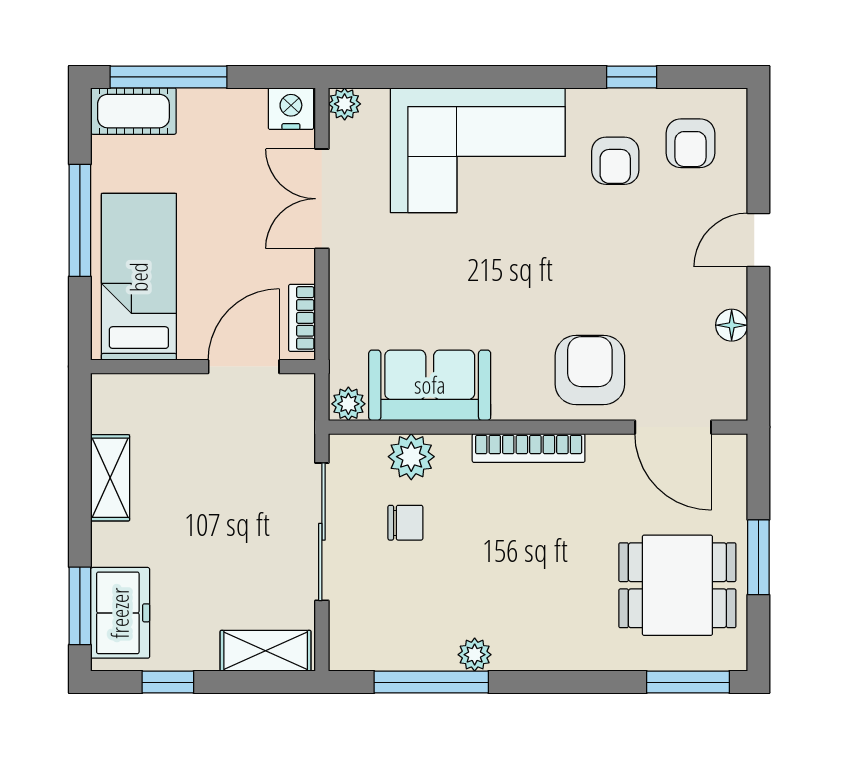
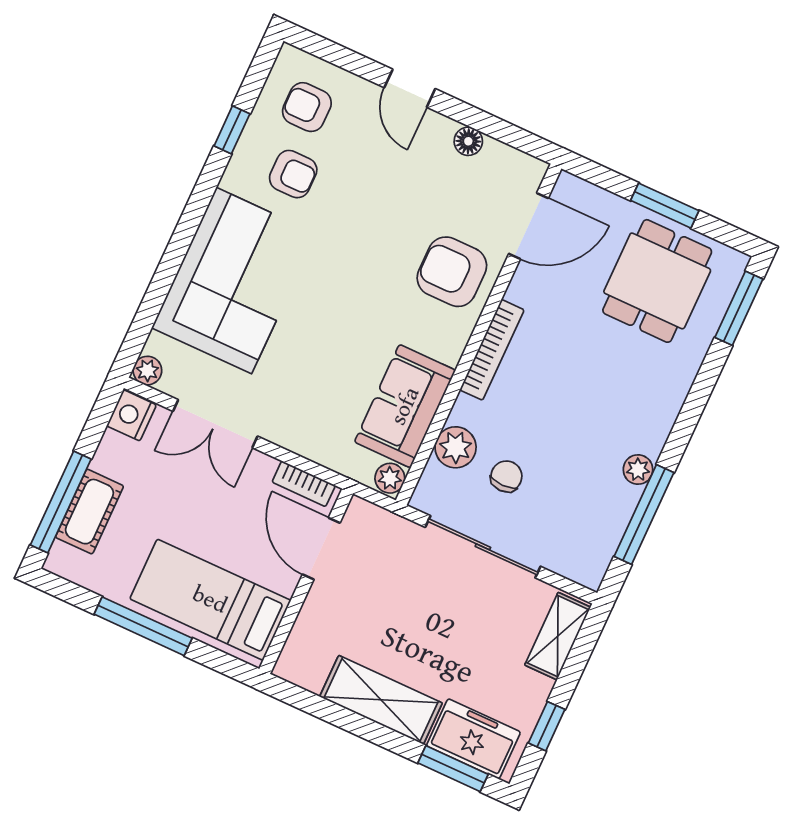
cot: (133, 111) -> (89, 512), moved
armchair: (690, 143) -> (307, 107), turned 180
shelving: (110, 478) -> (381, 700), width x1.50, depth x1.33

